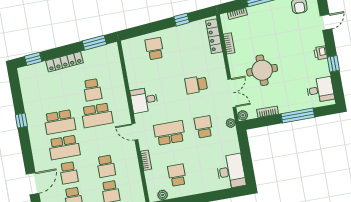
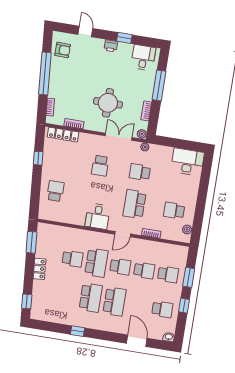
school desk: (154, 49) -> (55, 191), turned 90
locker: (65, 62) -> (39, 269), width x0.66
school desk: (69, 173) -> (120, 267), moved

